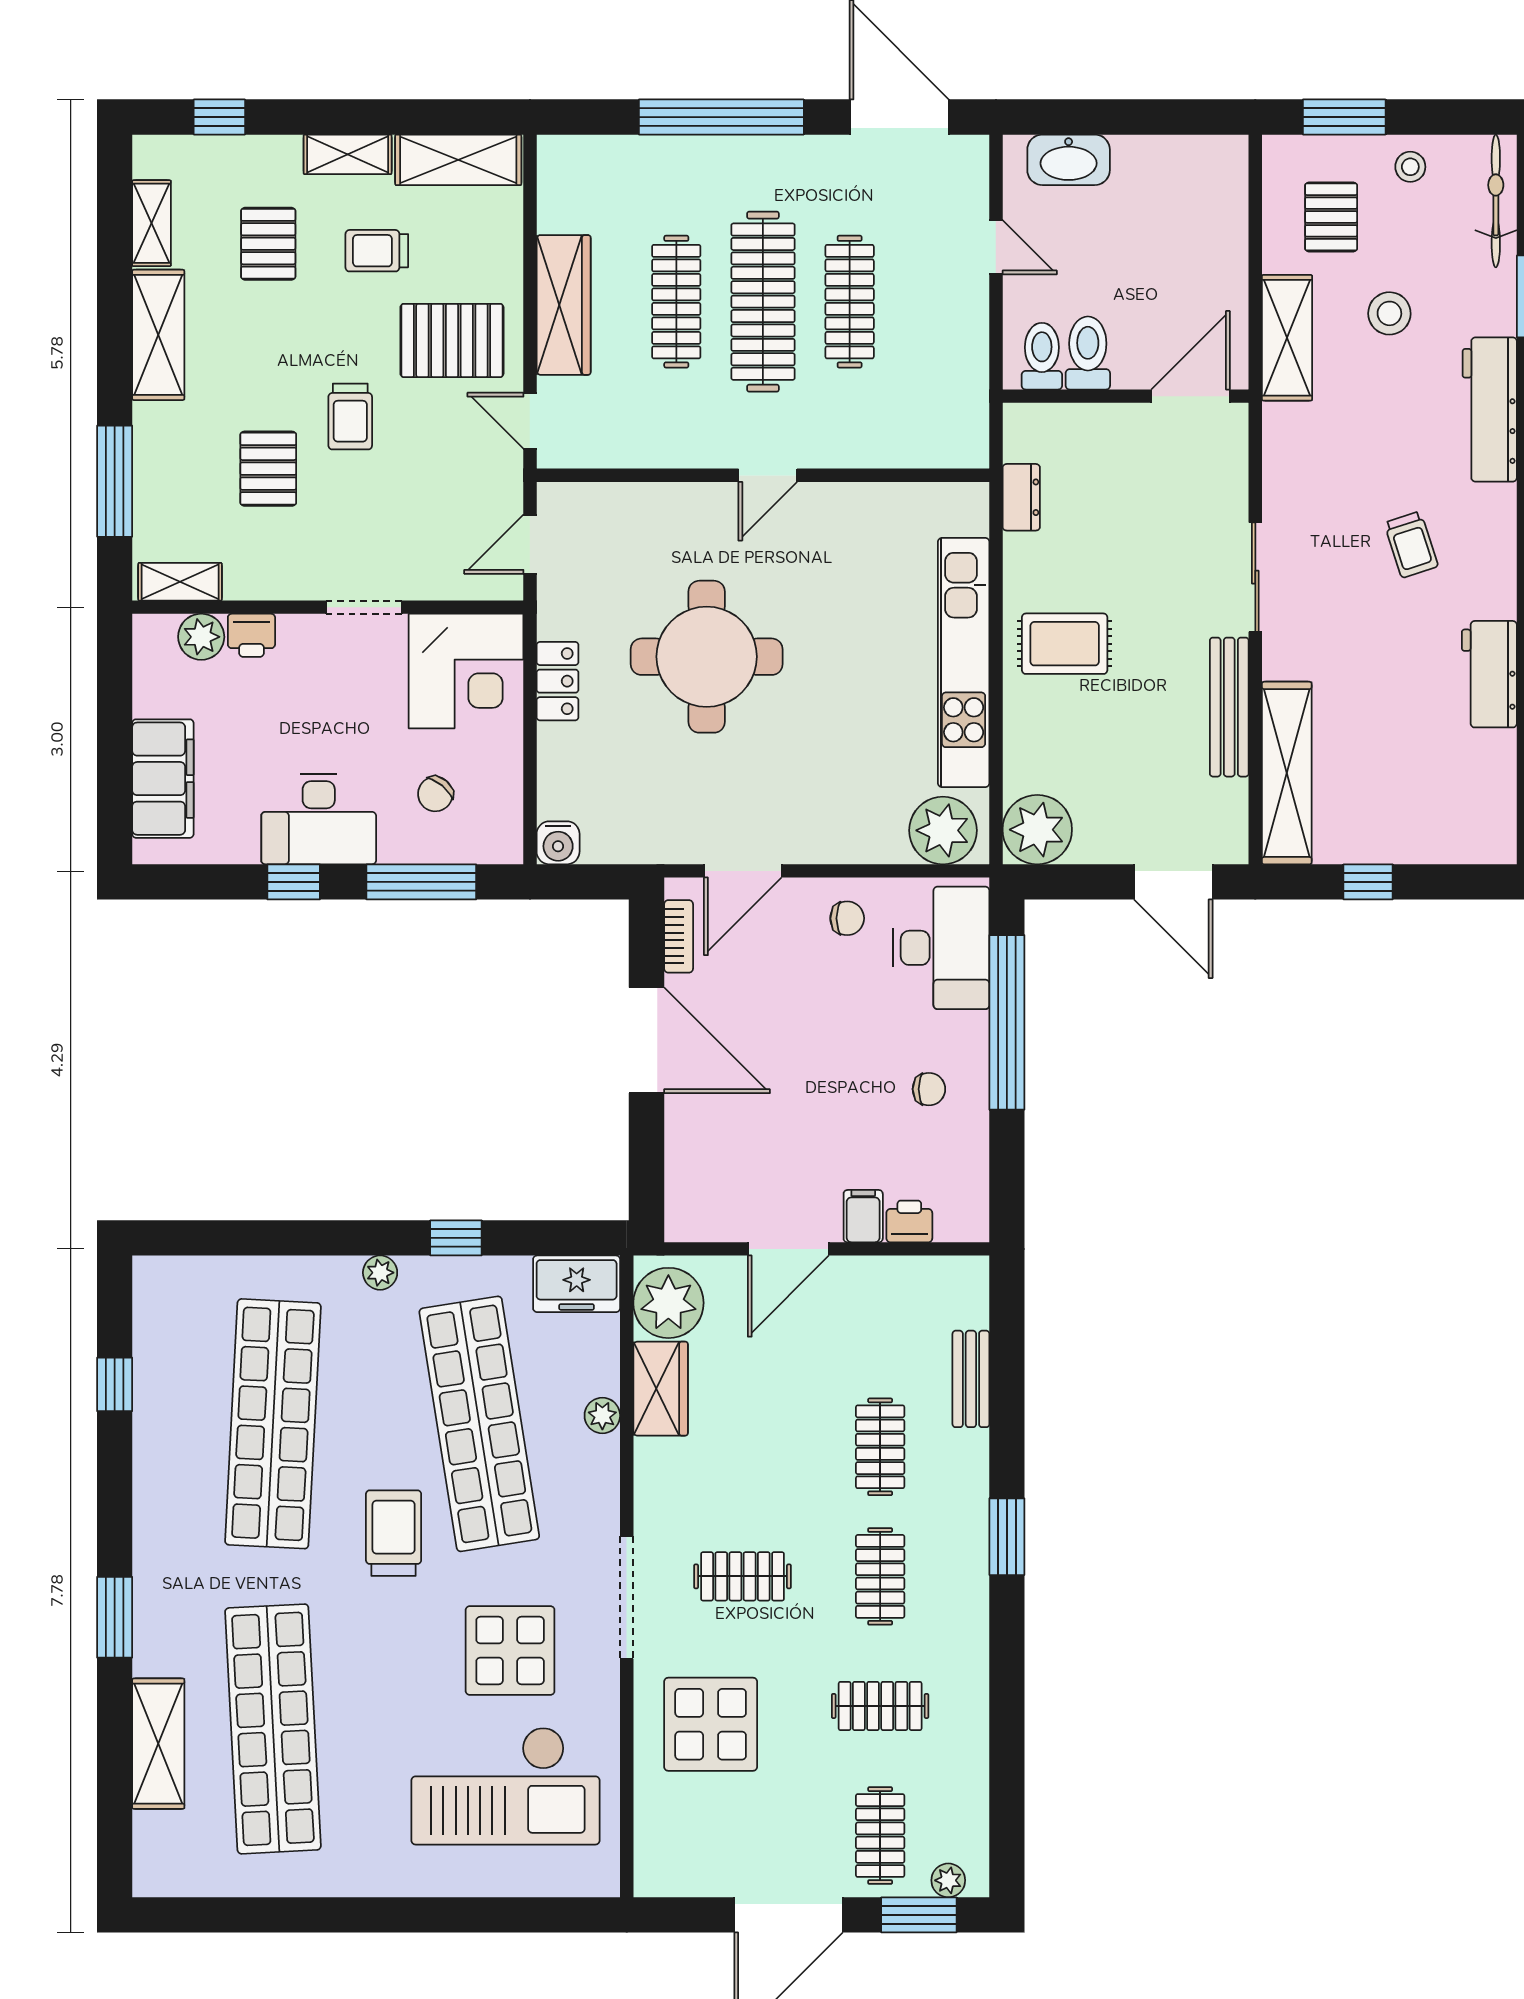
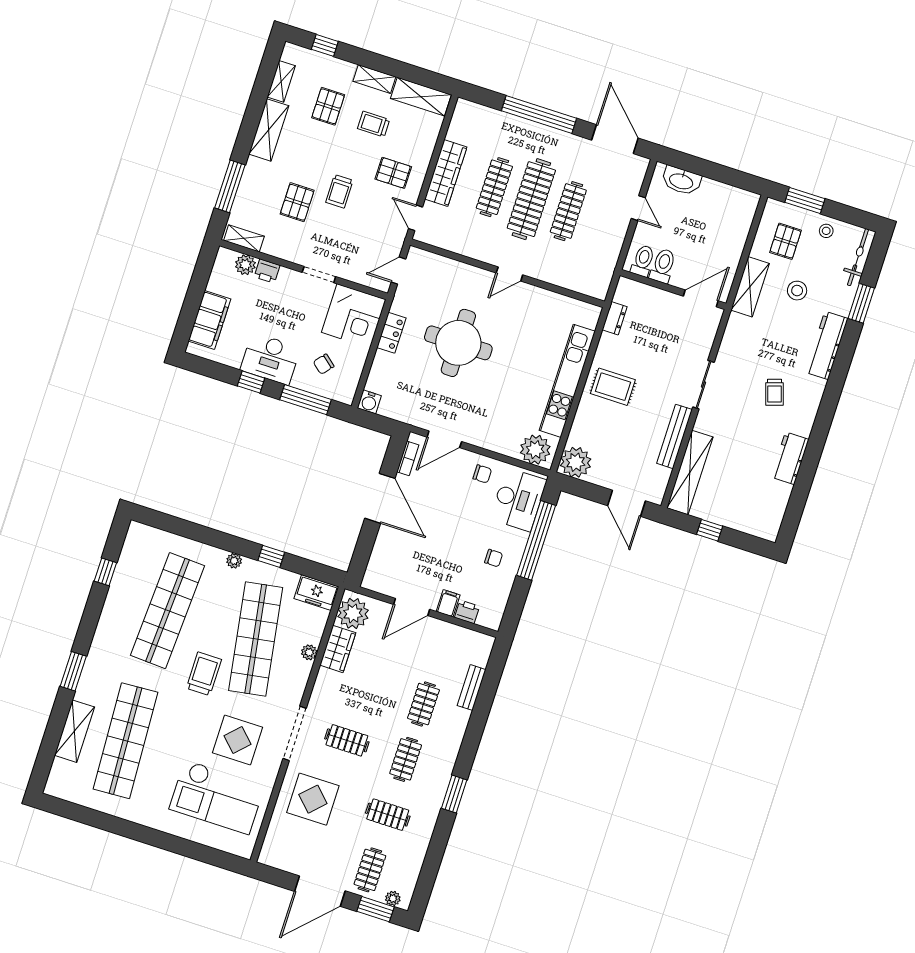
pallet: (452, 340) -> (393, 173), width x0.67, depth x0.71
window: (1007, 1537) -> (454, 794), moved

